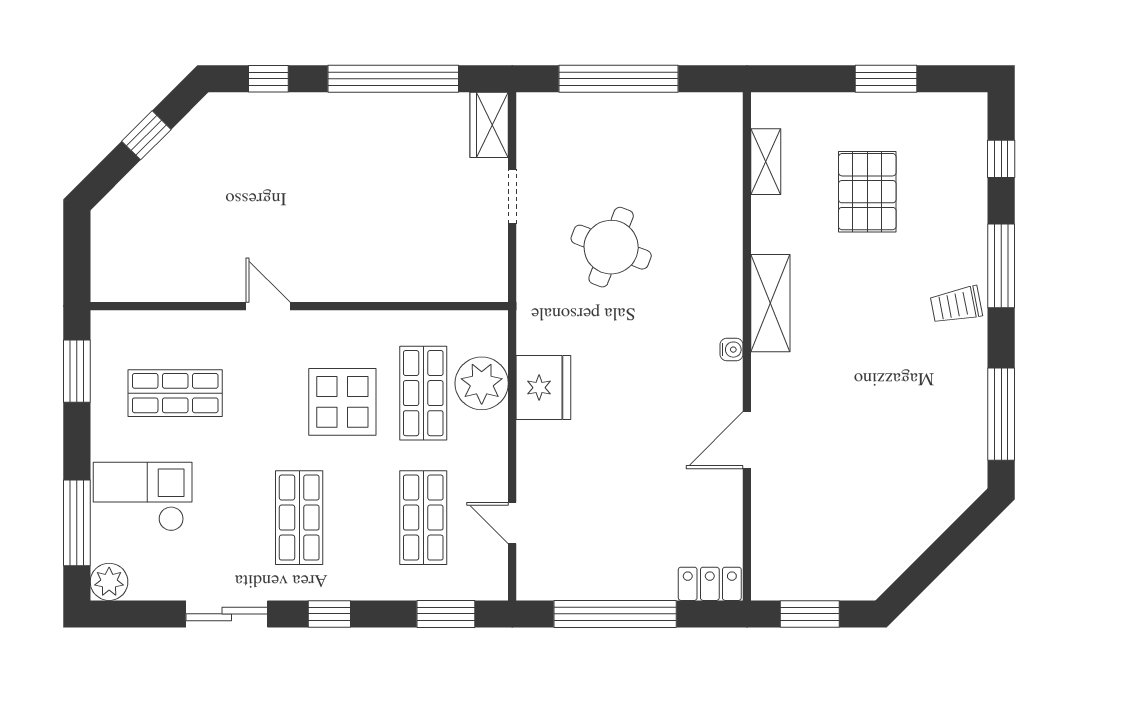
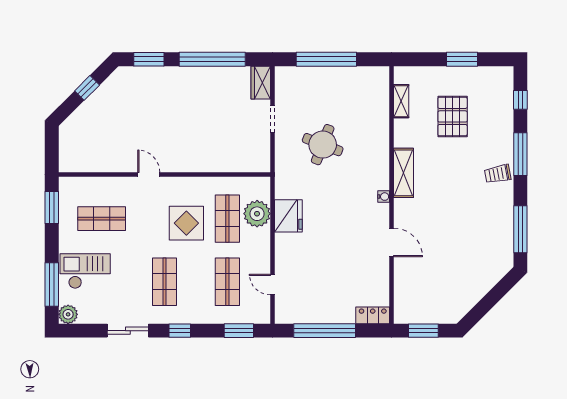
window: (268, 79) -> (149, 59), width x1.50
door: (747, 440) -> (392, 243), swing flipped

